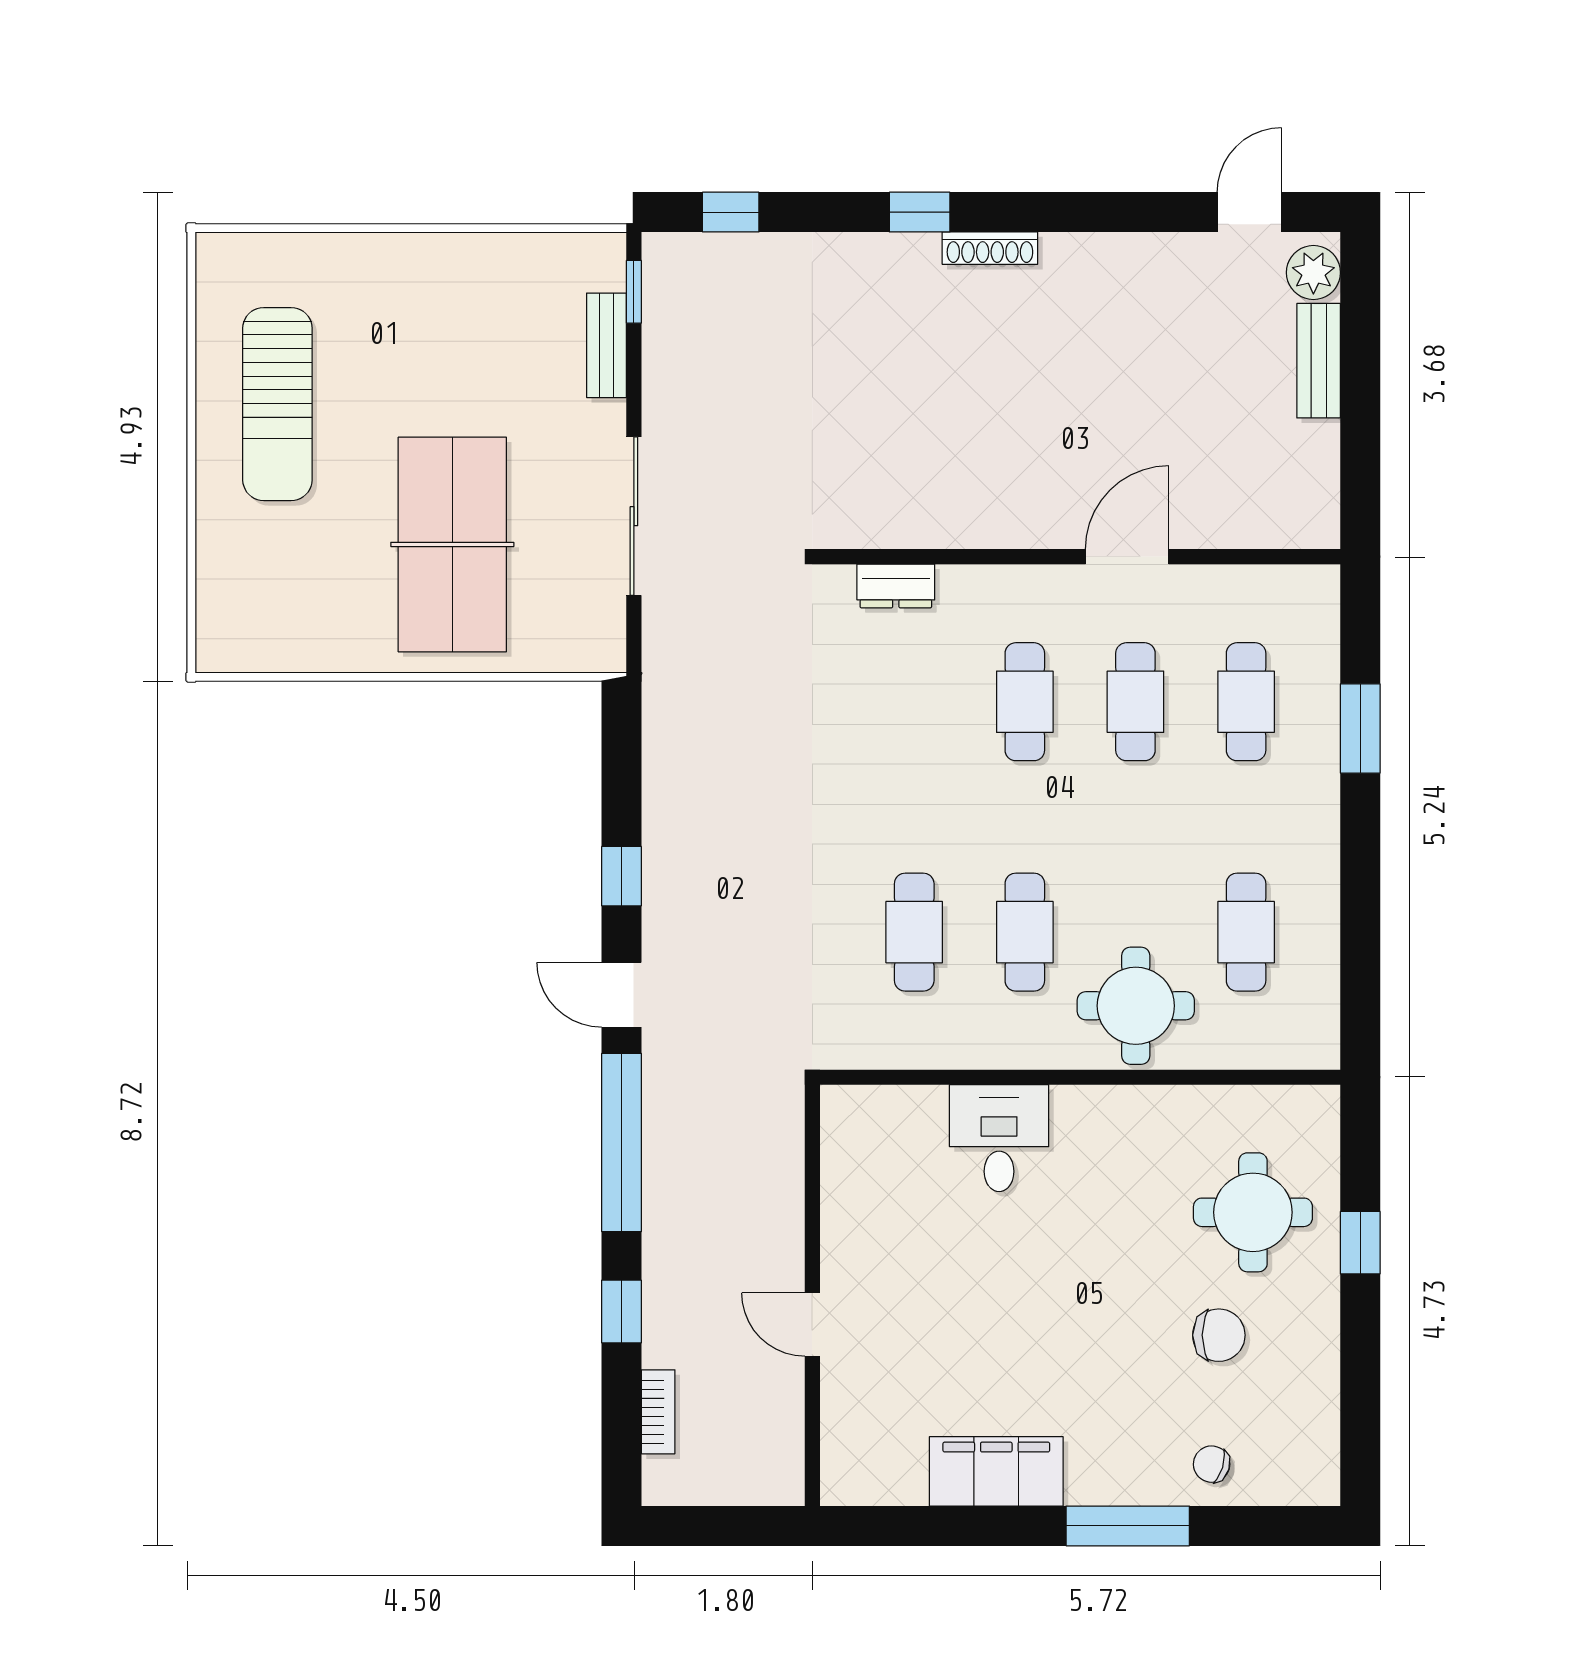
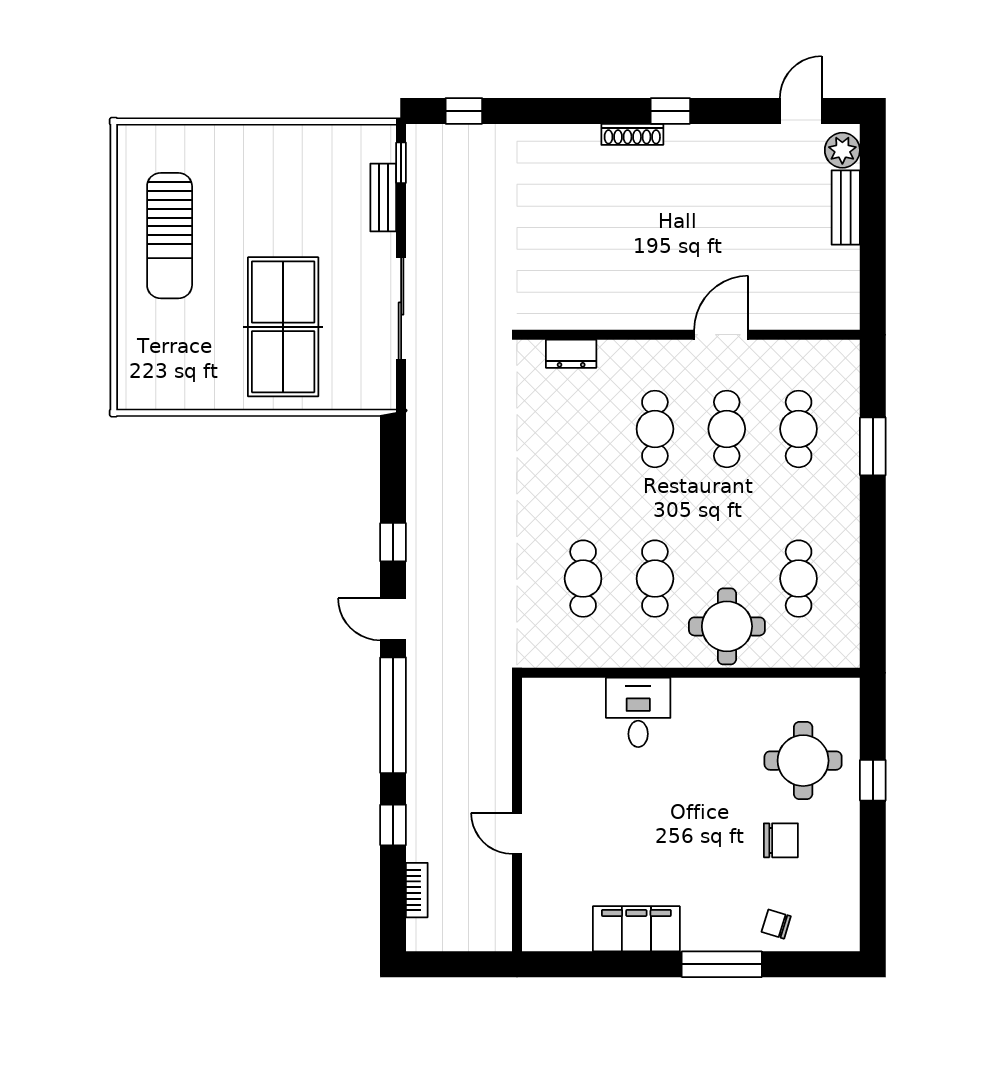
window: (920, 212) -> (670, 111), moved

